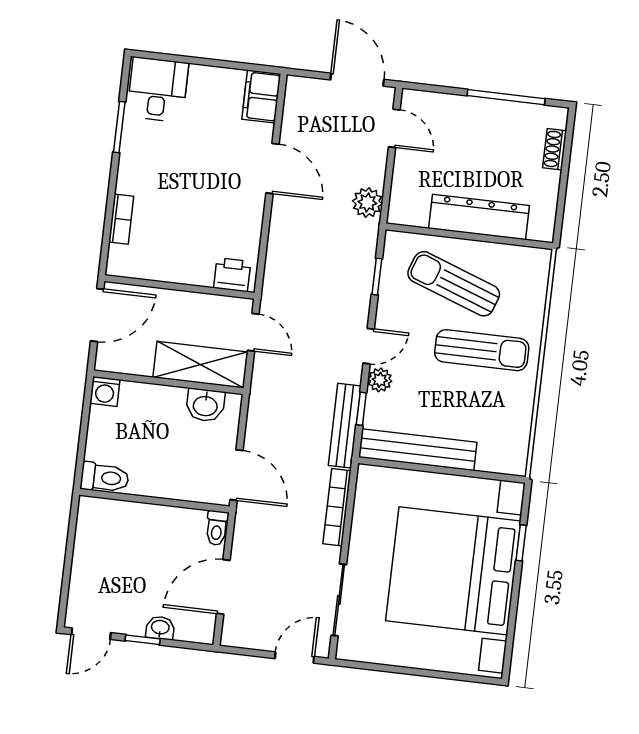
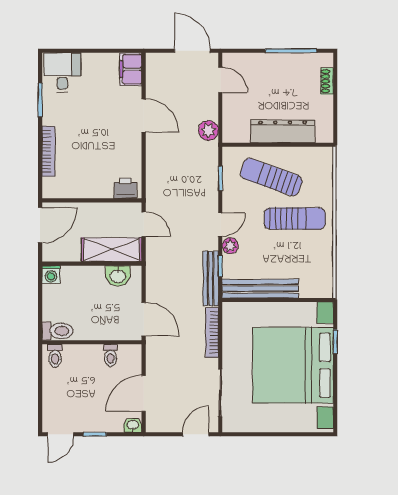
bookcase: (121, 219) -> (48, 151), width x1.56
toilet: (97, 514) -> (55, 356), added
toilet: (217, 528) -> (111, 355), moved
washbasin: (160, 628) -> (133, 425), moved

